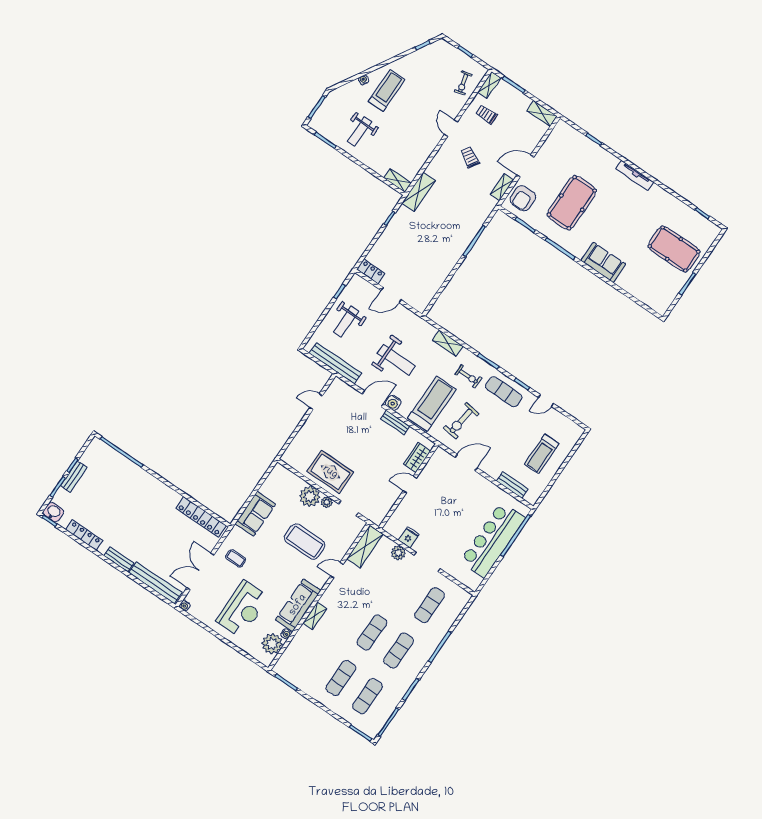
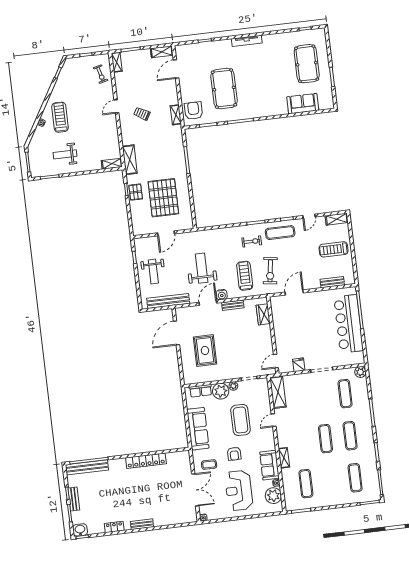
trolley: (486, 114) -> (130, 81), removed
door: (451, 128) -> (116, 106), hinge flipped
weight bench: (360, 131) -> (65, 154), turned 90
door: (525, 166) -> (176, 69), moved
armchair: (523, 198) -> (193, 111), turned 180
pallet: (397, 229) -> (136, 192), added
pool table: (674, 249) -> (307, 64), turned 90
pallet: (419, 258) -> (163, 198), added
sofa: (603, 262) -> (303, 104), moved
locker: (371, 271) -> (142, 230), removed
shelving: (448, 343) -> (337, 219), moved
weight bench: (396, 360) -> (202, 268), turned -90
door: (316, 402) -> (176, 333), width x1.87
treadmill: (432, 404) -> (245, 276), width x0.73, depth x0.73
treadmill: (542, 454) -> (334, 249), turned 90
rug: (330, 472) -> (205, 350), moved, turned 90
row of seats: (290, 479) -> (201, 391), added
door: (410, 485) -> (276, 361), moved
sofa: (255, 514) -> (198, 429), width x1.36
locker: (201, 517) -> (146, 461), moved
locker: (84, 535) -> (114, 527), width x0.66
coffee table: (305, 542) -> (241, 420), turned 90
plant: (398, 553) -> (360, 372), moved
armchair: (270, 569) -> (234, 454), added
double door: (200, 571) -> (195, 490), swing flipped
bench: (155, 583) -> (87, 467), moved
sofa: (298, 605) -> (270, 465), width x0.73
reception desk: (243, 609) -> (239, 490), turned 180
exercise mat: (341, 678) -> (306, 484), moved

